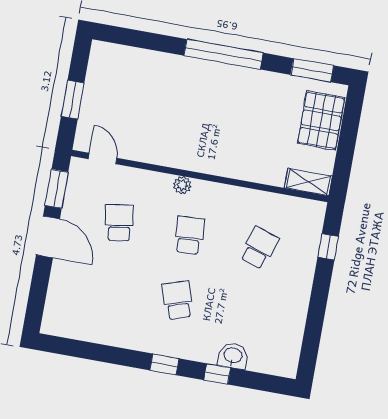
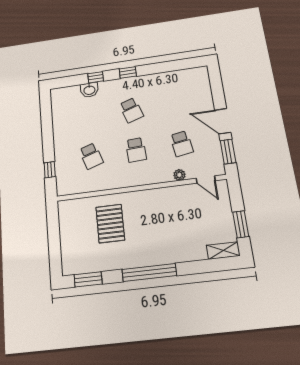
window: (73, 100) -> (241, 224), moved
pallet: (321, 120) -> (110, 224), moved
shelving: (308, 182) -> (223, 251), moved
plant: (182, 185) -> (179, 175), moved
school desk: (259, 248) -> (91, 156), turned -36

